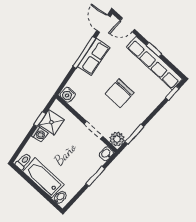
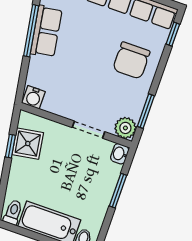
chair: (120, 93) -> (131, 60), moved
washing machine: (40, 134) -> (19, 166), removed

